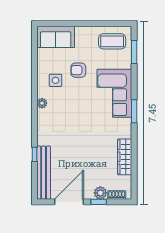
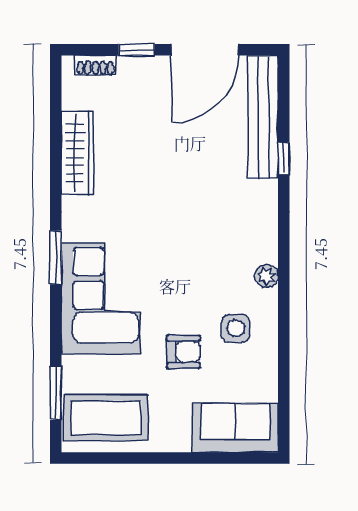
coffee table: (112, 41) -> (106, 418), width x1.36, depth x1.32
plant: (100, 193) -> (133, 70), removed

